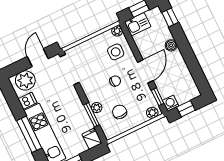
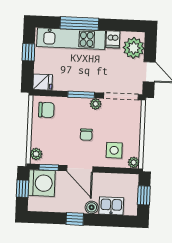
window: (170, 17) -> (75, 219), moved
kitchen sink: (138, 24) -> (111, 206), moved, turned 90
washing machine: (171, 103) -> (42, 183), width x1.89, depth x1.89
plant: (97, 108) -> (96, 104), moved
chair: (120, 112) -> (46, 110), moved
window: (91, 115) -> (81, 95), moved

